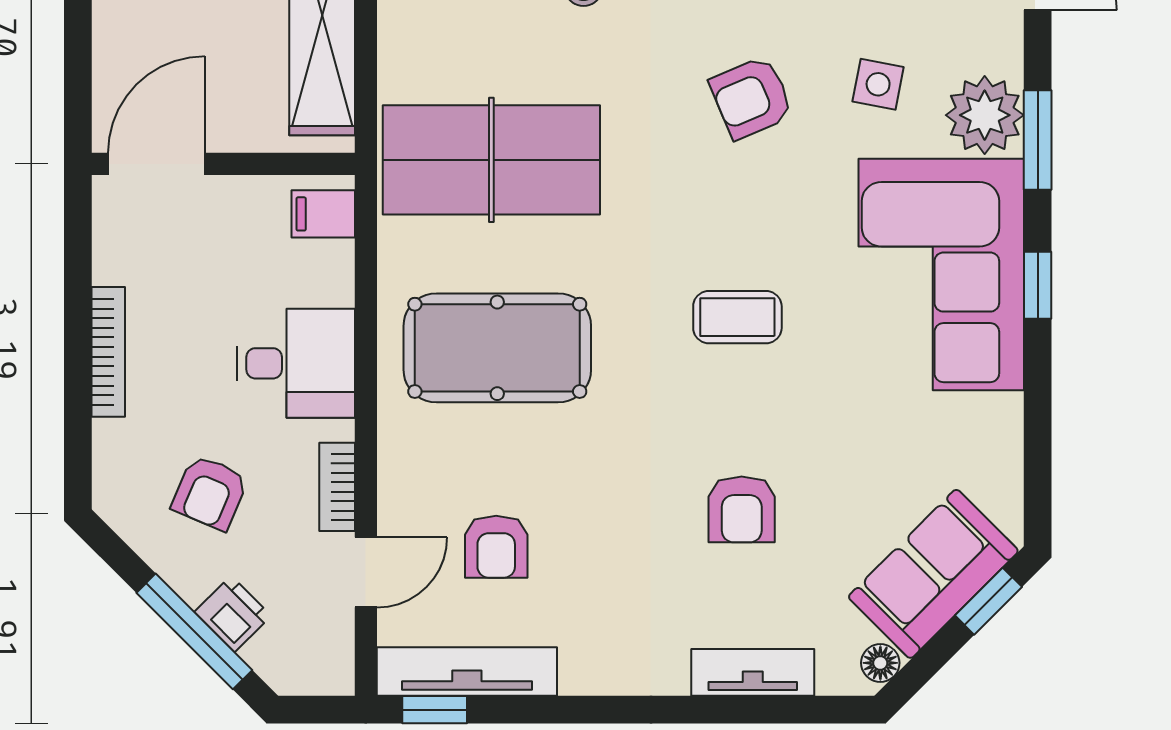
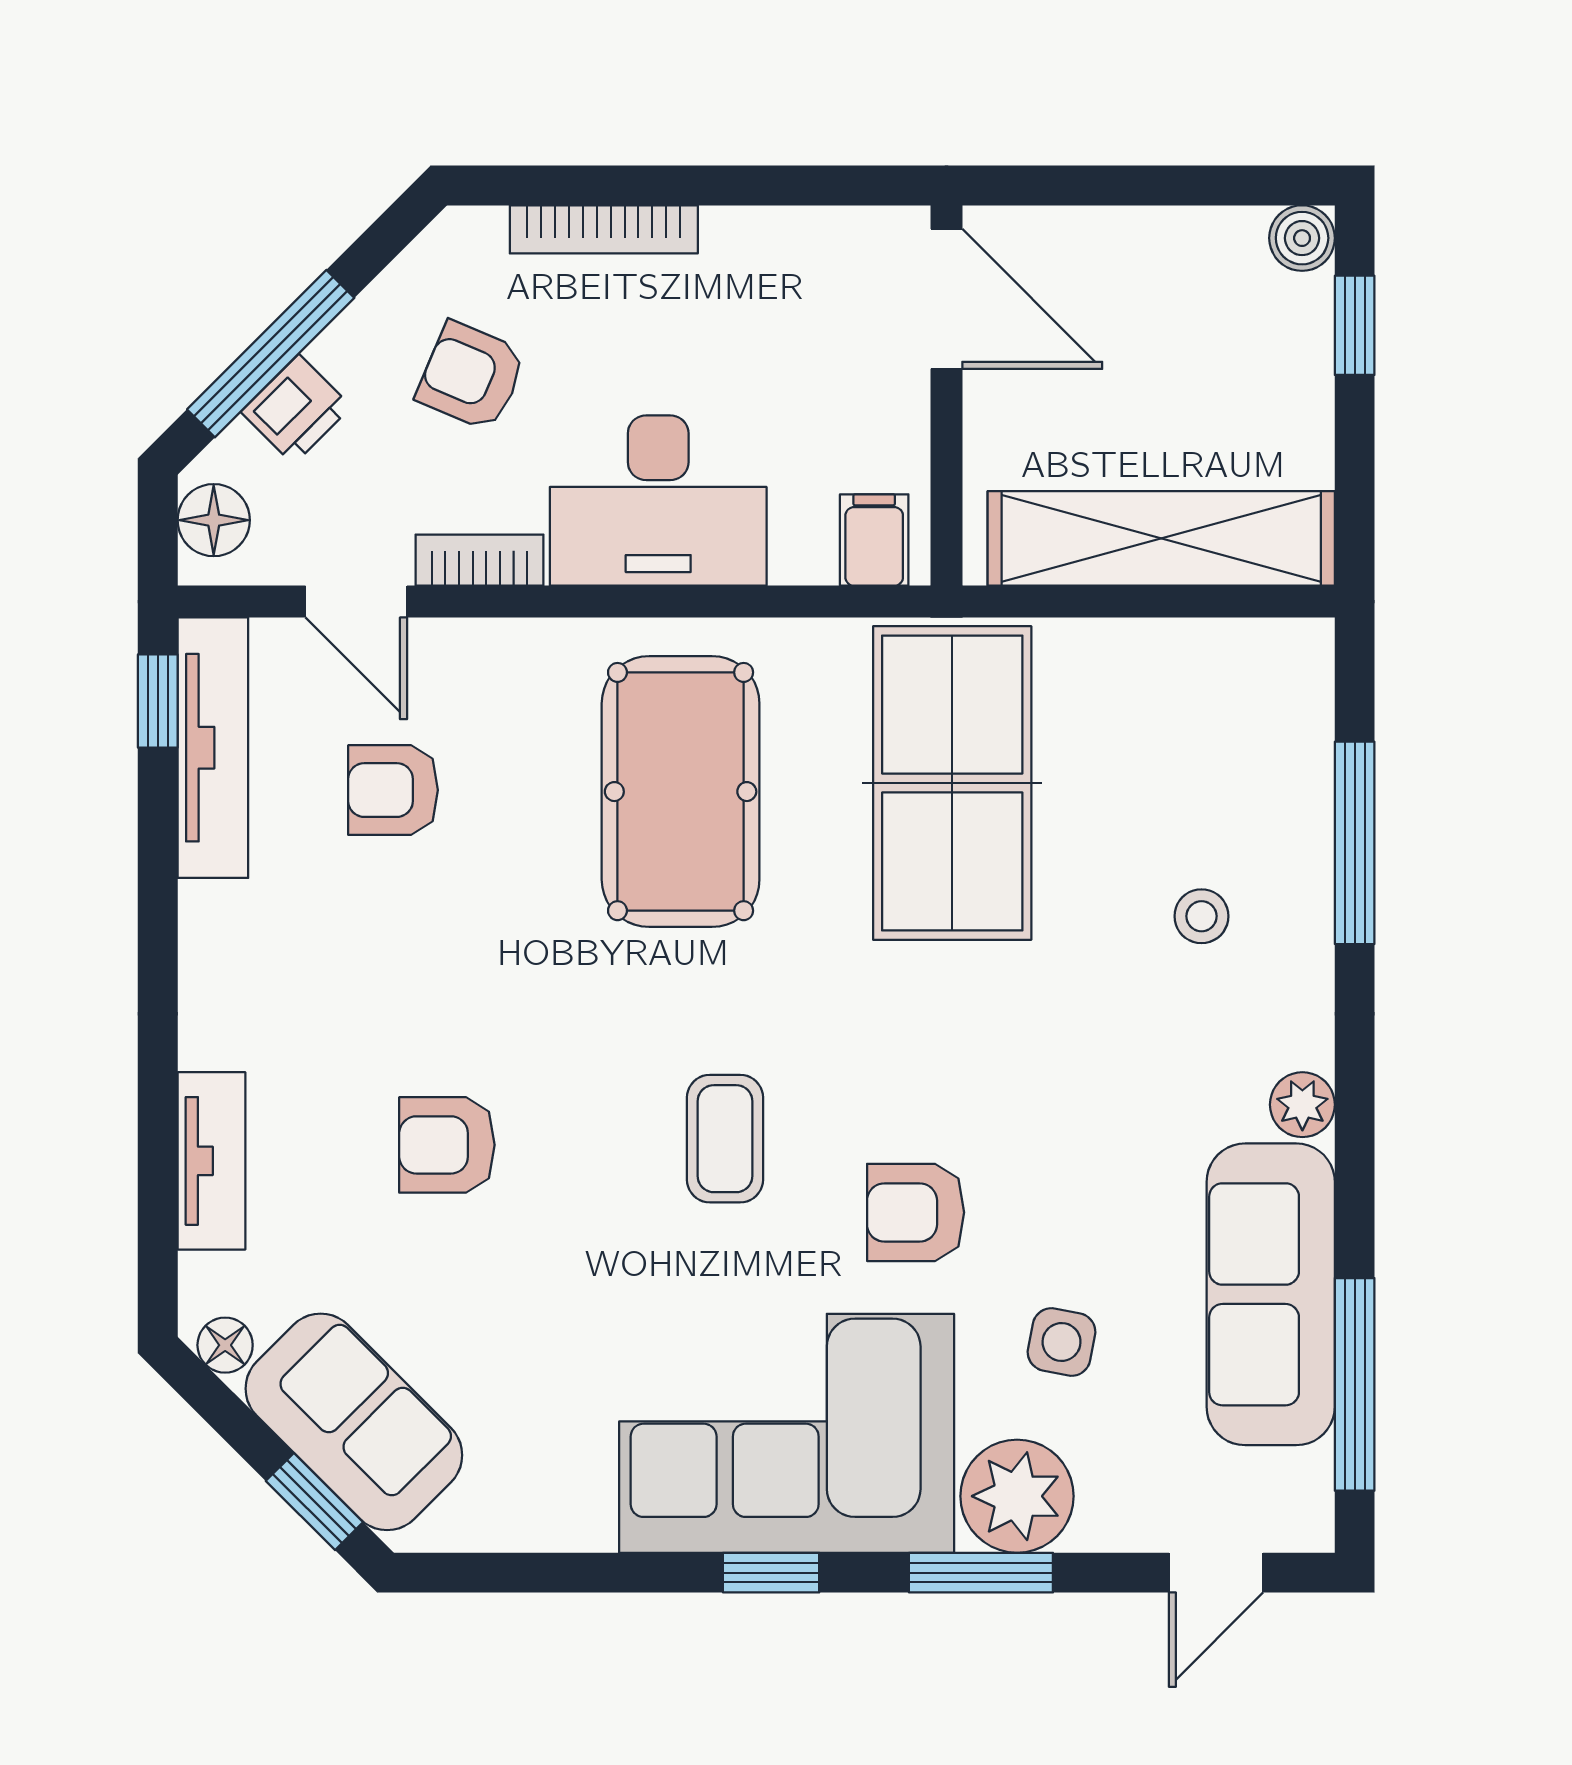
armchair: (752, 98) -> (916, 1212), moved, turned -67
bookcase: (108, 352) -> (604, 229), moved
desk: (296, 363) -> (658, 501), width x1.37
floor lamp: (309, 671) -> (214, 520), added

